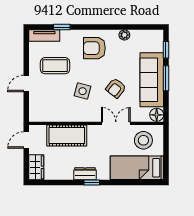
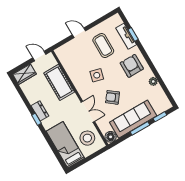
tv unit: (44, 36) -> (126, 36), moved

